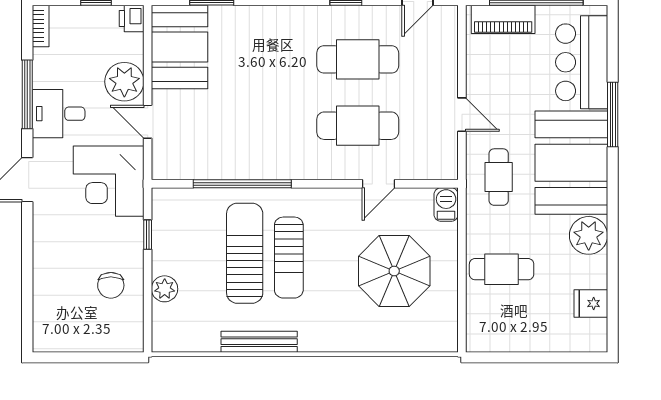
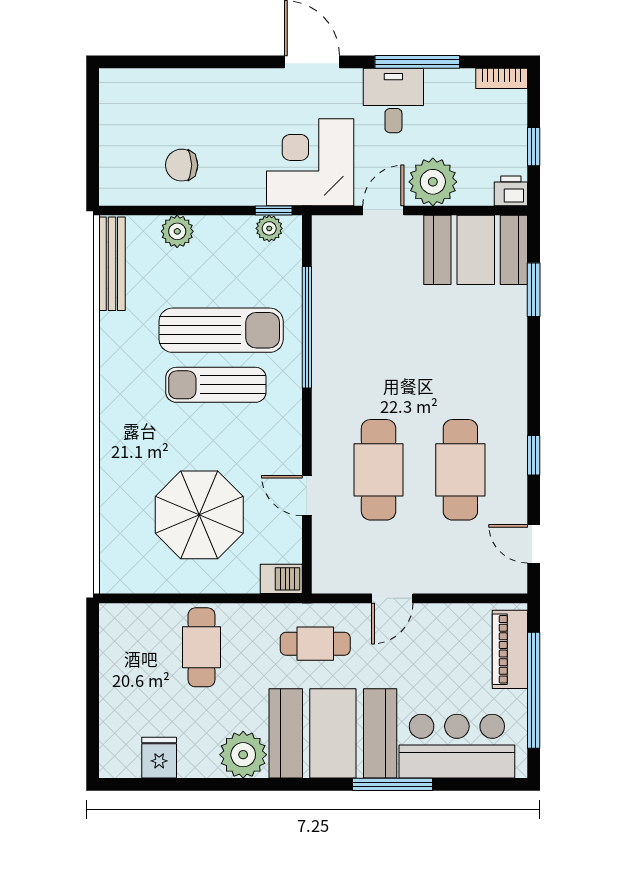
plant: (162, 214) -> (269, 228), added
window: (148, 235) -> (274, 210), moved
bench: (259, 342) -> (112, 264), moved

